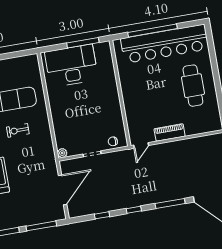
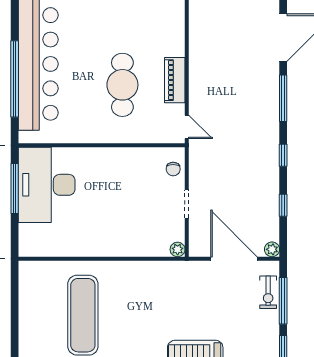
desk: (71, 66) -> (47, 185), moved
cafe table: (193, 86) -> (122, 85), moved, turned 90
exercise bike: (18, 130) -> (268, 292), moved
plant: (73, 213) -> (272, 249), added

